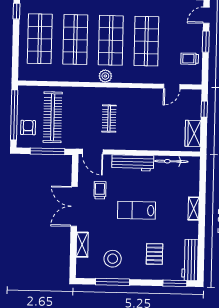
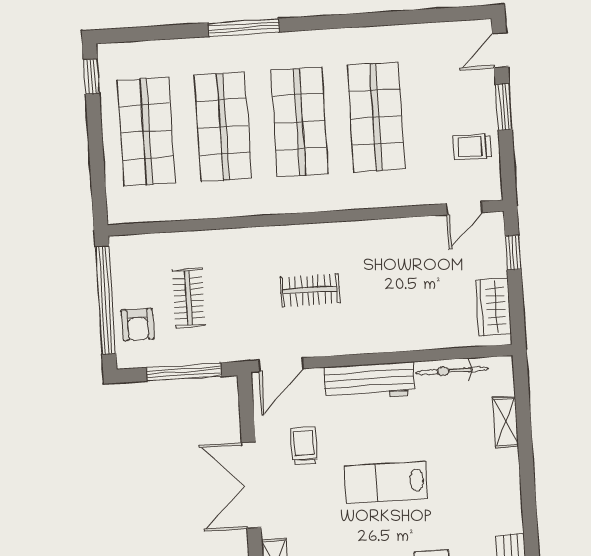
plant: (105, 76) -> (294, 200), removed
door: (172, 86) -> (464, 208), moved
clothes rail: (53, 117) -> (189, 298), width x0.54, depth x0.76
clothes rail: (109, 119) -> (310, 290), turned 90
armchair: (28, 128) -> (138, 325), turned 180
door: (93, 152) -> (281, 365), hinge flipped
shelving: (194, 209) -> (506, 422), moved

